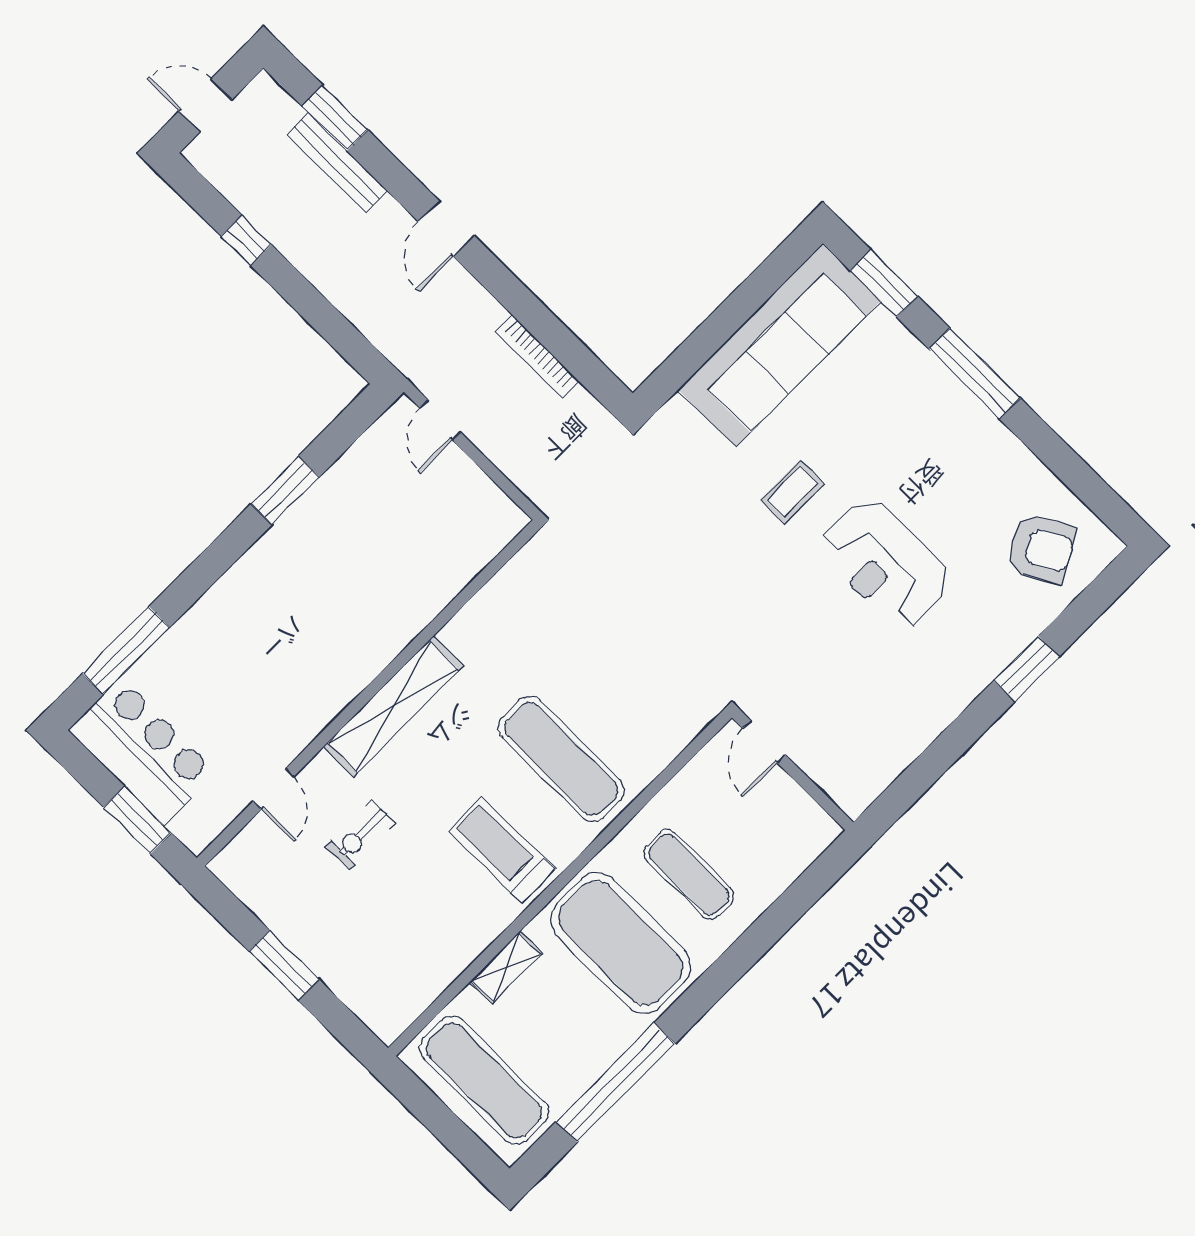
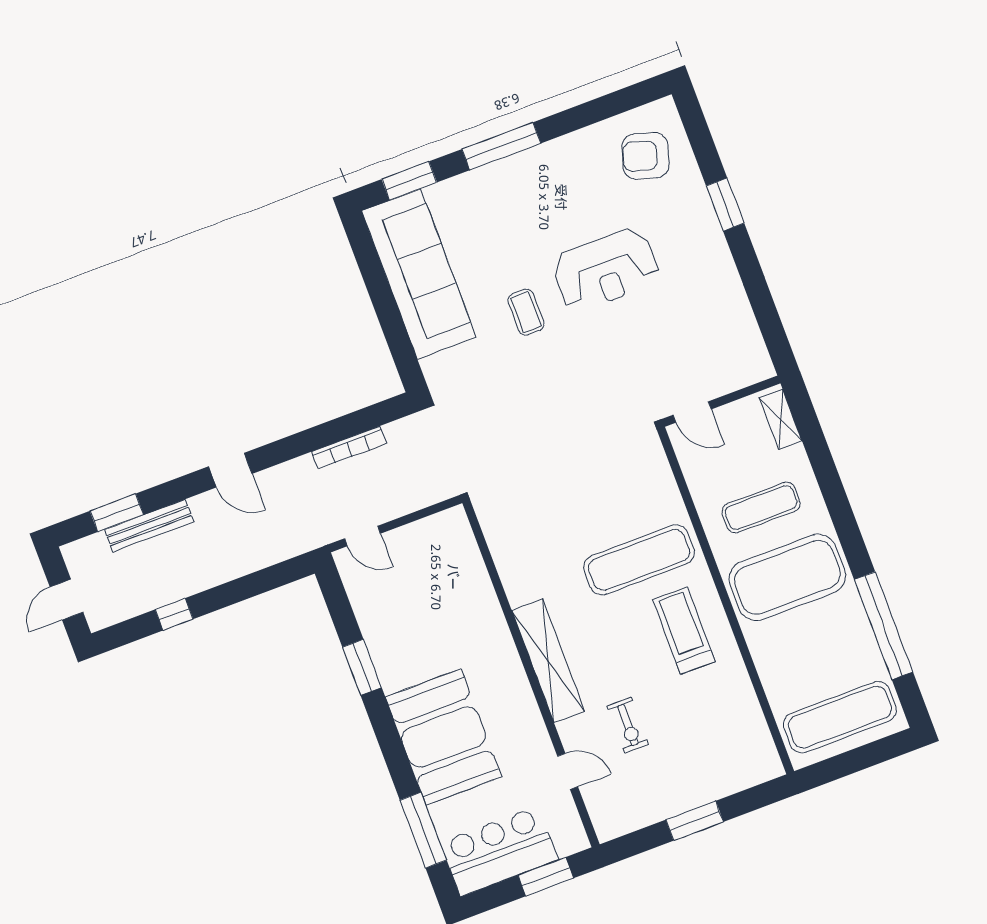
armchair: (1041, 548) -> (645, 156), turned -134
booth: (247, 624) -> (444, 737), added
treadmill: (502, 850) -> (684, 631), turned 90
shelving: (506, 968) -> (781, 419), moved

